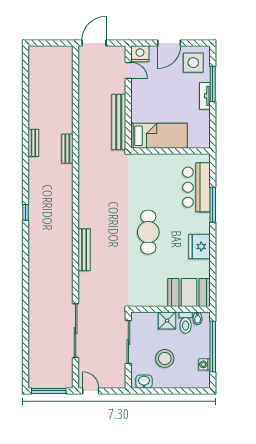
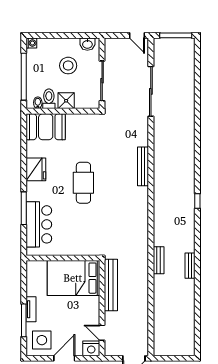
bed: (159, 136) -> (73, 278), width x1.50
washing machine: (204, 364) -> (31, 43), moved

